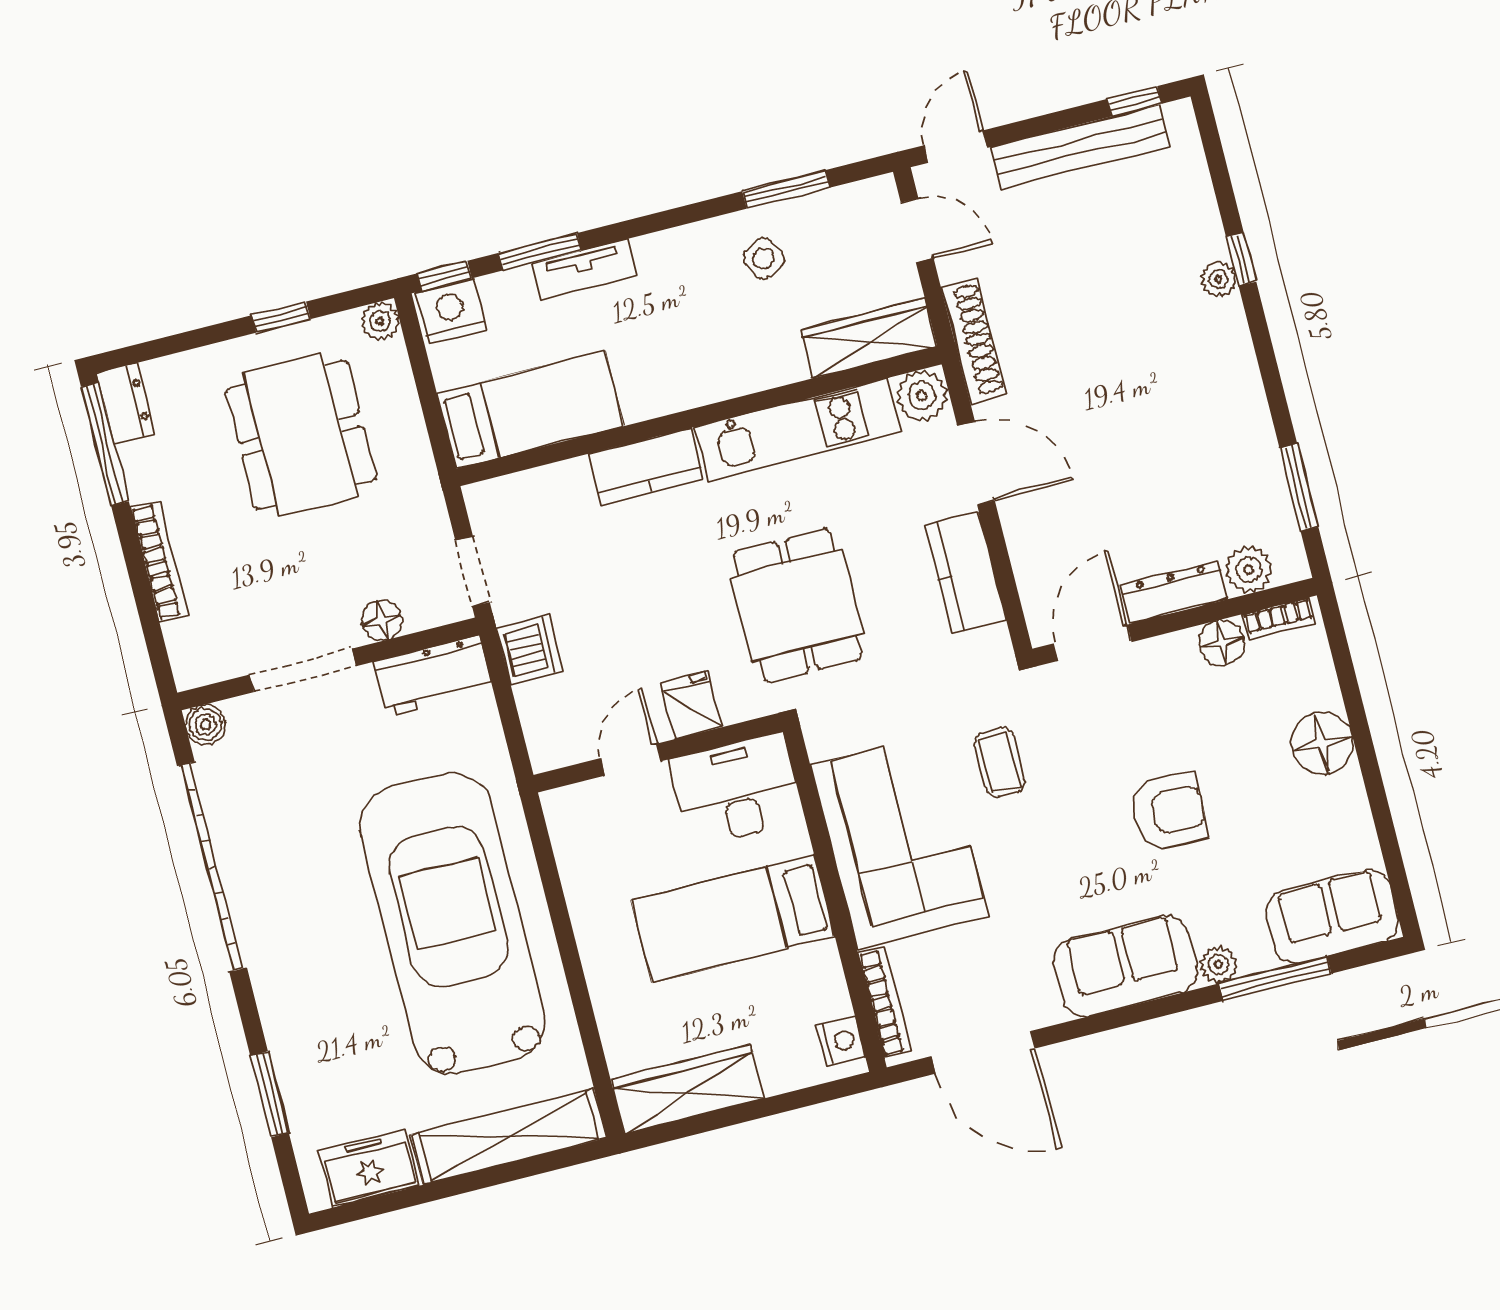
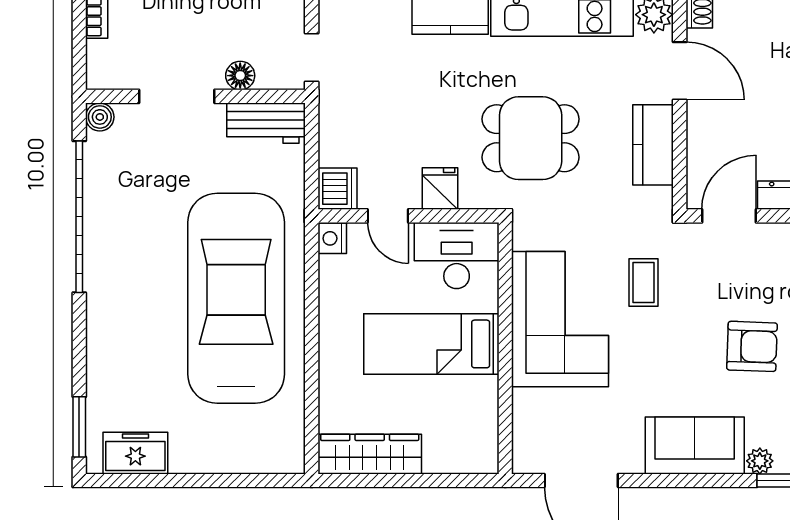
dining table: (797, 606) -> (531, 138), turned 90
dishwasher: (530, 650) -> (338, 189), moved
door: (630, 760) -> (388, 216), swing flipped
bookcase: (885, 1002) -> (522, 429), removed
nightstand: (841, 1041) -> (332, 238), moved, turned 180
window: (270, 1094) -> (79, 427), moved
shelving: (509, 1136) -> (238, 456), removed

